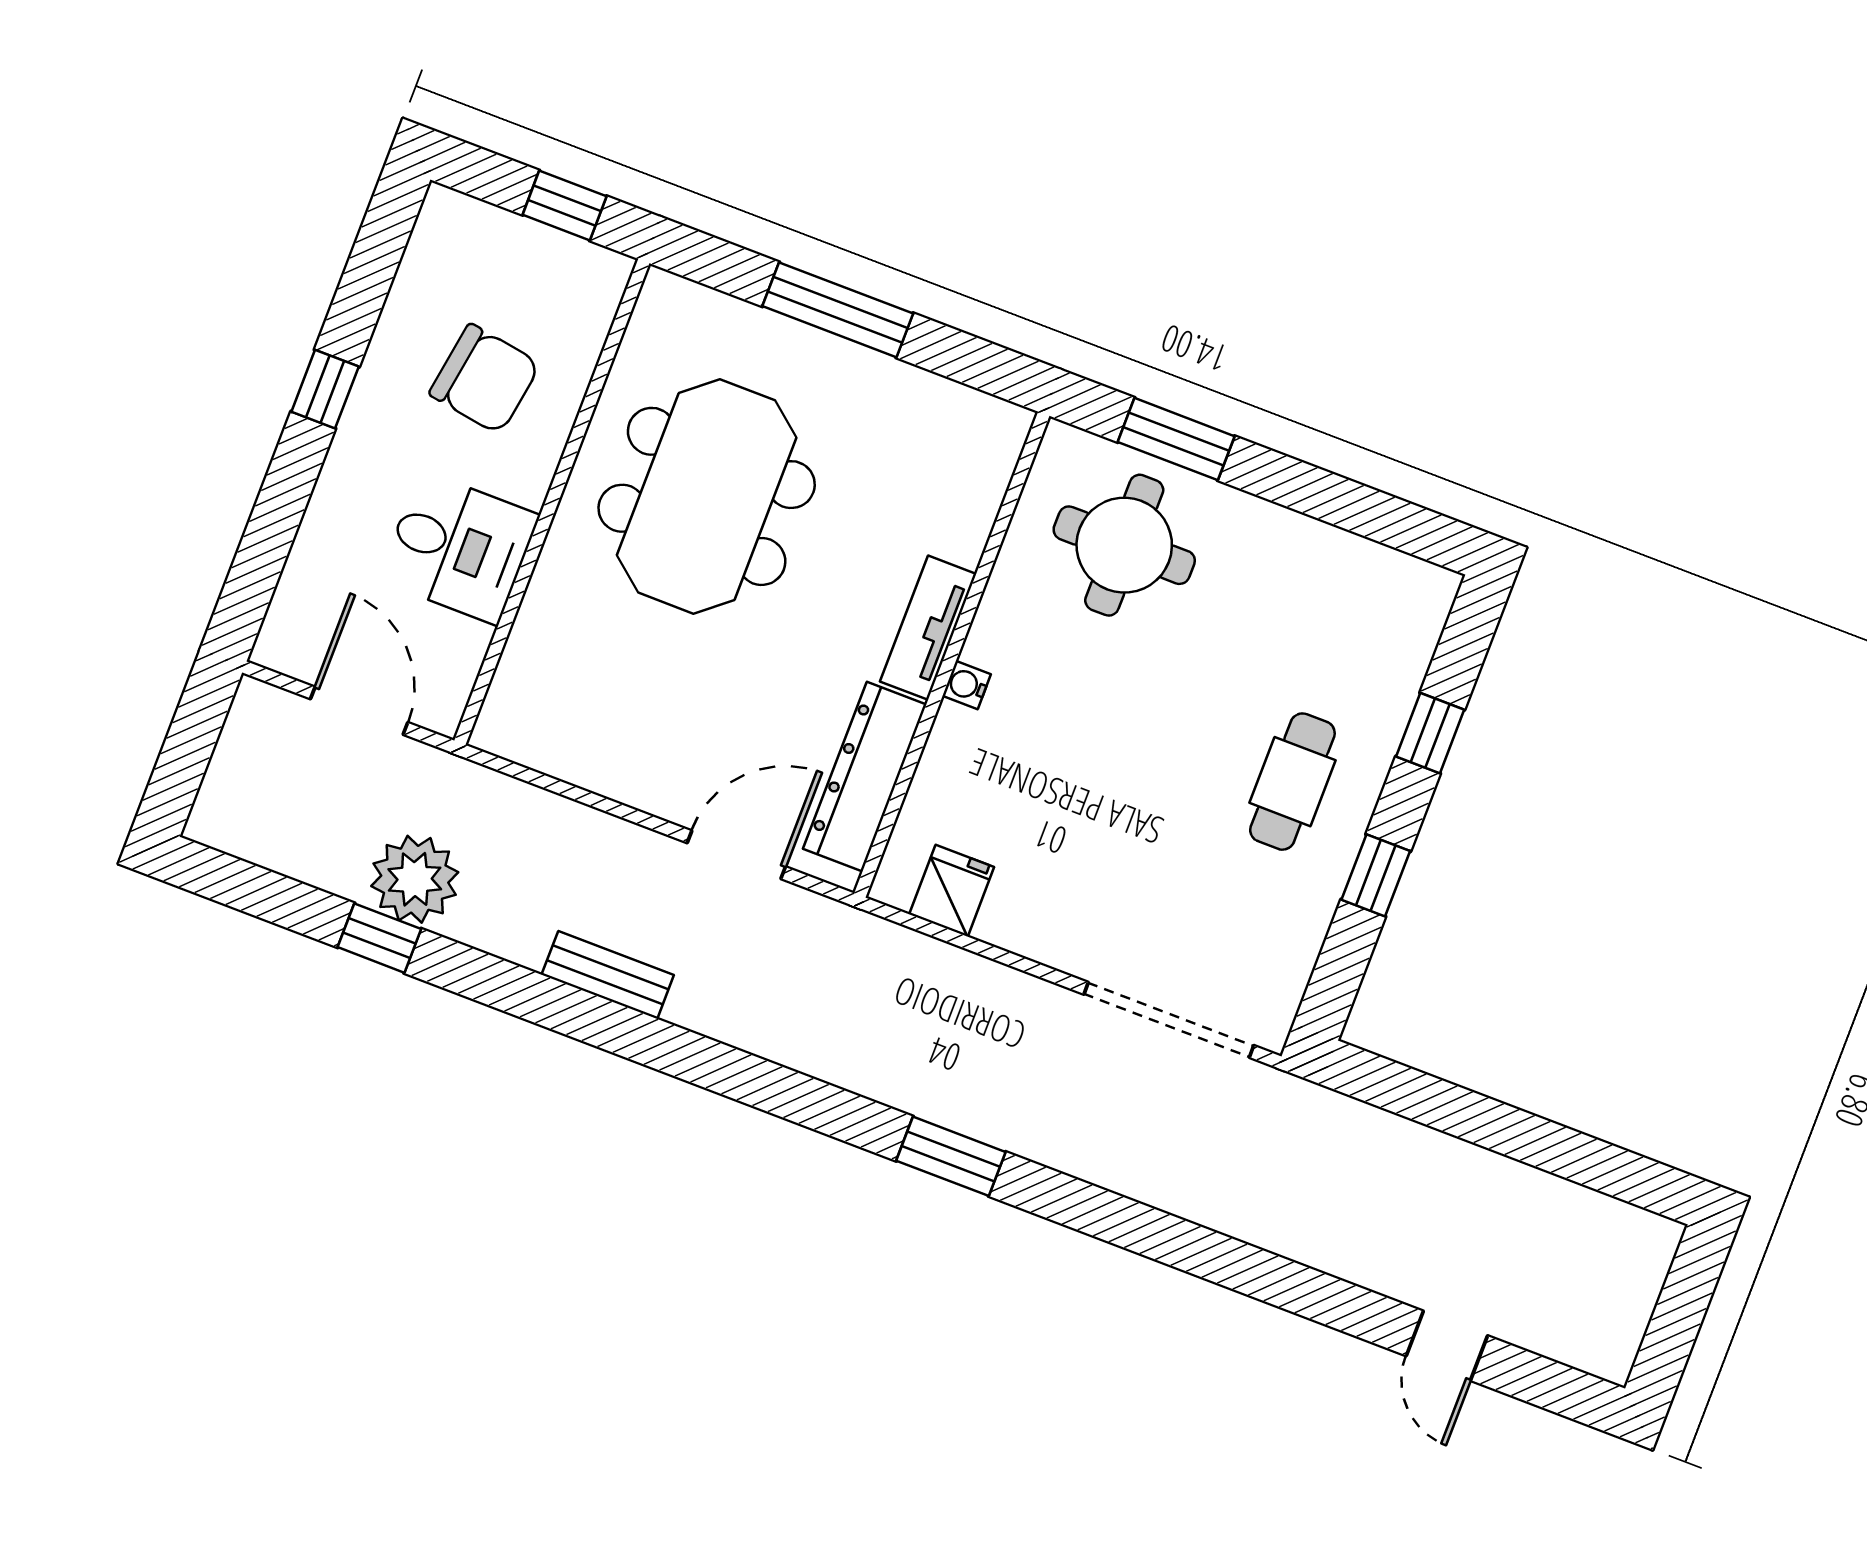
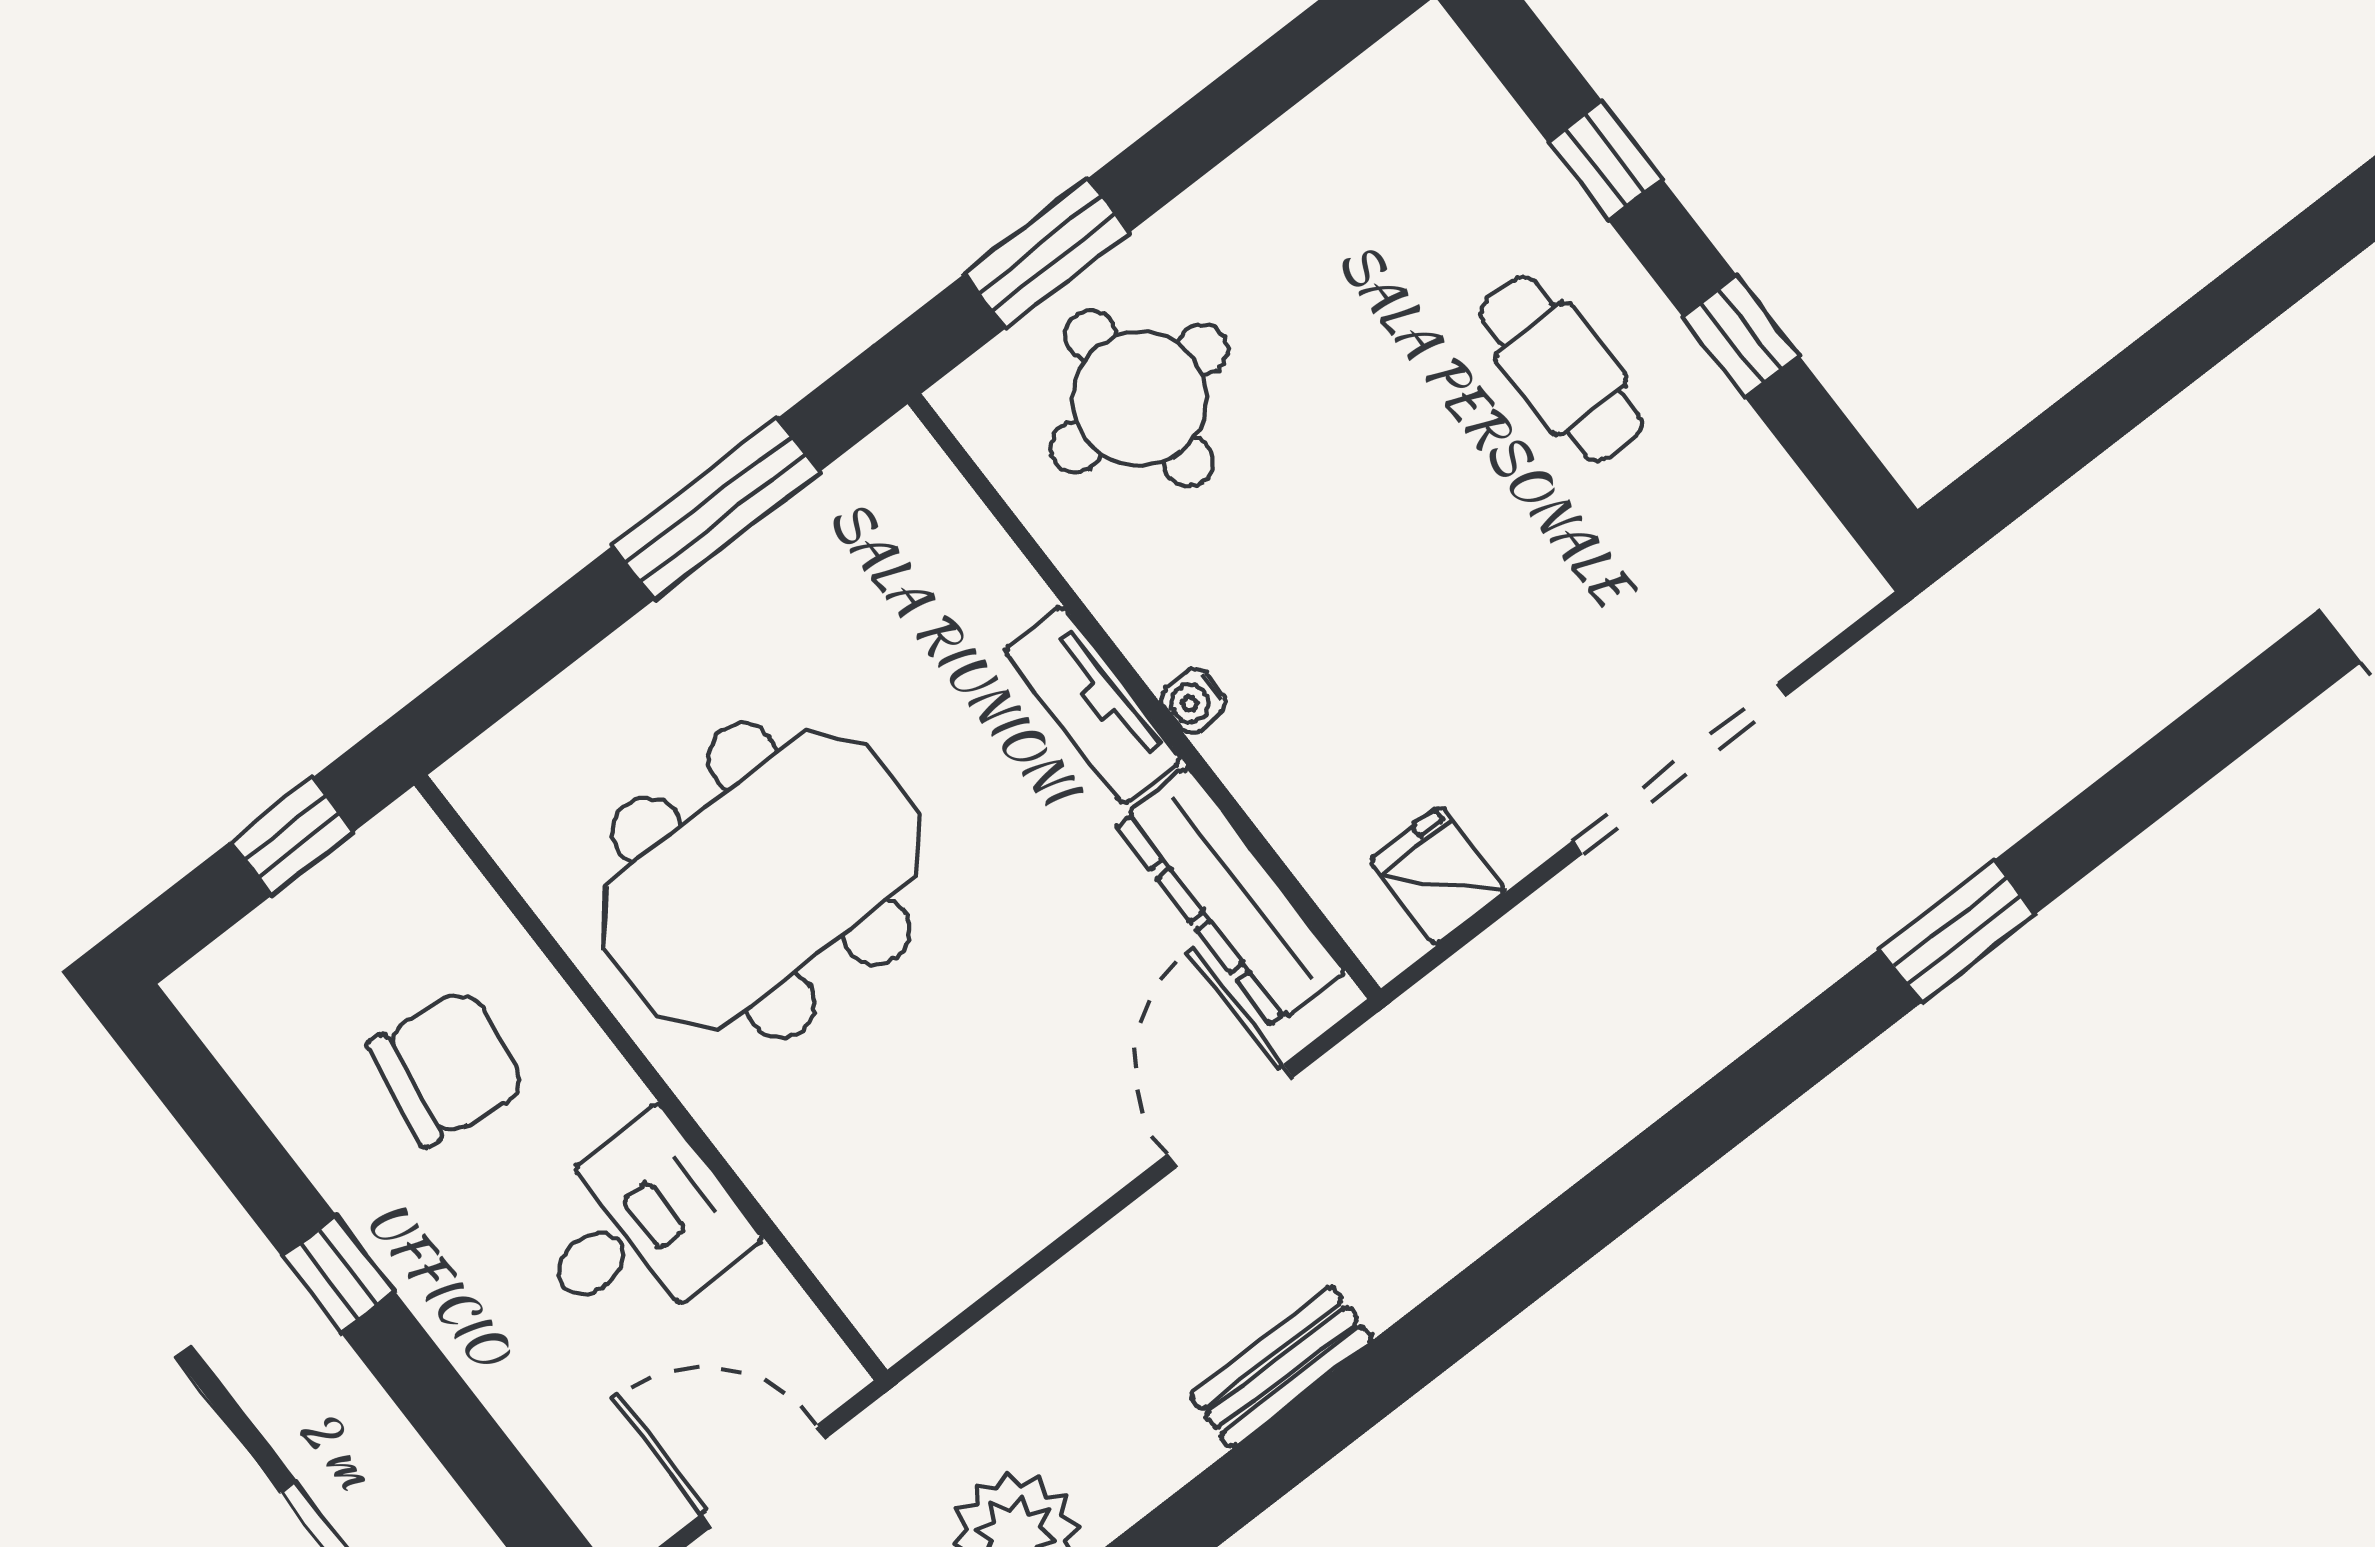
window: (838, 310) -> (716, 509), moved
meeting table: (707, 496) -> (761, 881), turned 90
doorway: (1169, 1020) -> (1680, 768), moved
window: (951, 1156) -> (1958, 931), moved

